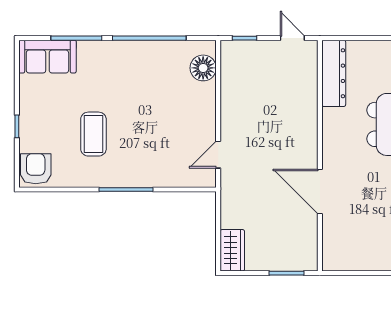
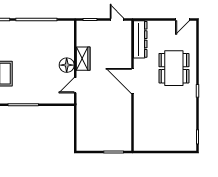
floor lamp: (203, 68) -> (67, 65), moved
door: (320, 191) -> (132, 81), moved
wardrobe: (232, 250) -> (83, 59), moved

